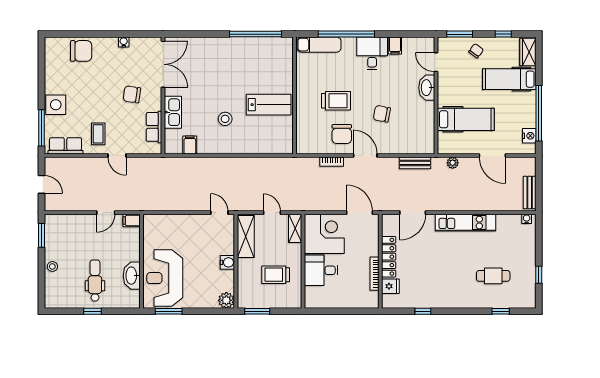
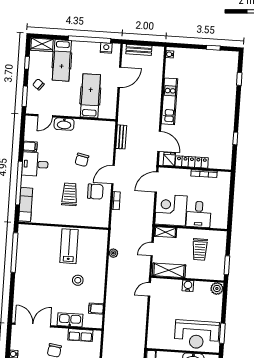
plant: (453, 163) -> (113, 253), moved
bench: (530, 192) -> (139, 50), moved
cafe table: (493, 276) -> (212, 83), removed
fridge: (390, 286) -> (169, 159), moved

